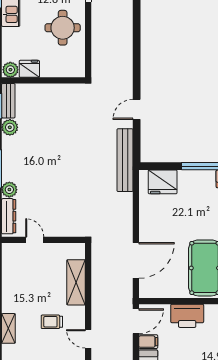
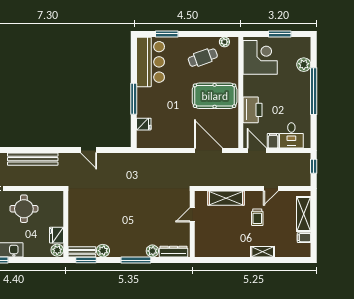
bench: (125, 160) -> (33, 159), moved
fridge: (163, 182) -> (144, 124), width x0.53, depth x0.75
door: (35, 240) -> (192, 215), moved

